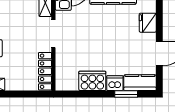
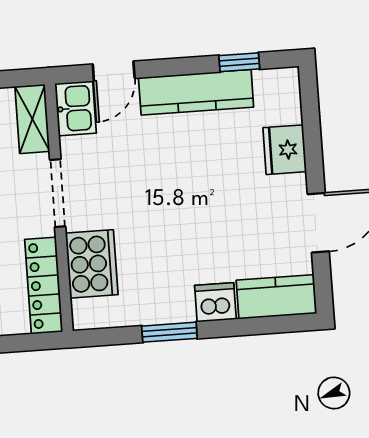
cooker: (92, 81) -> (92, 264), moved, turned 90
window: (126, 94) -> (169, 332), moved

